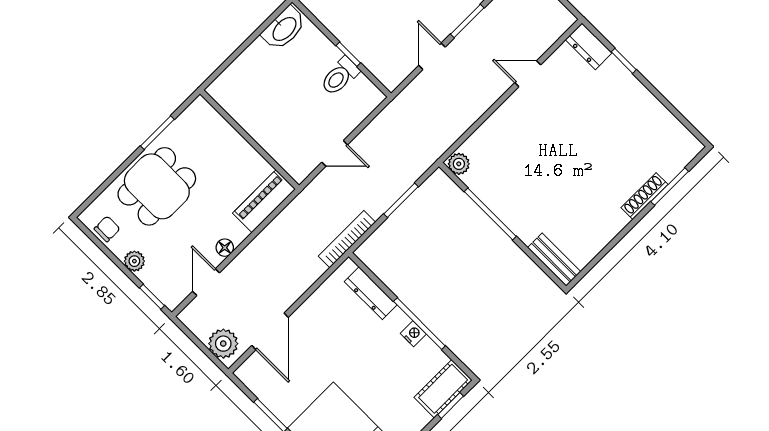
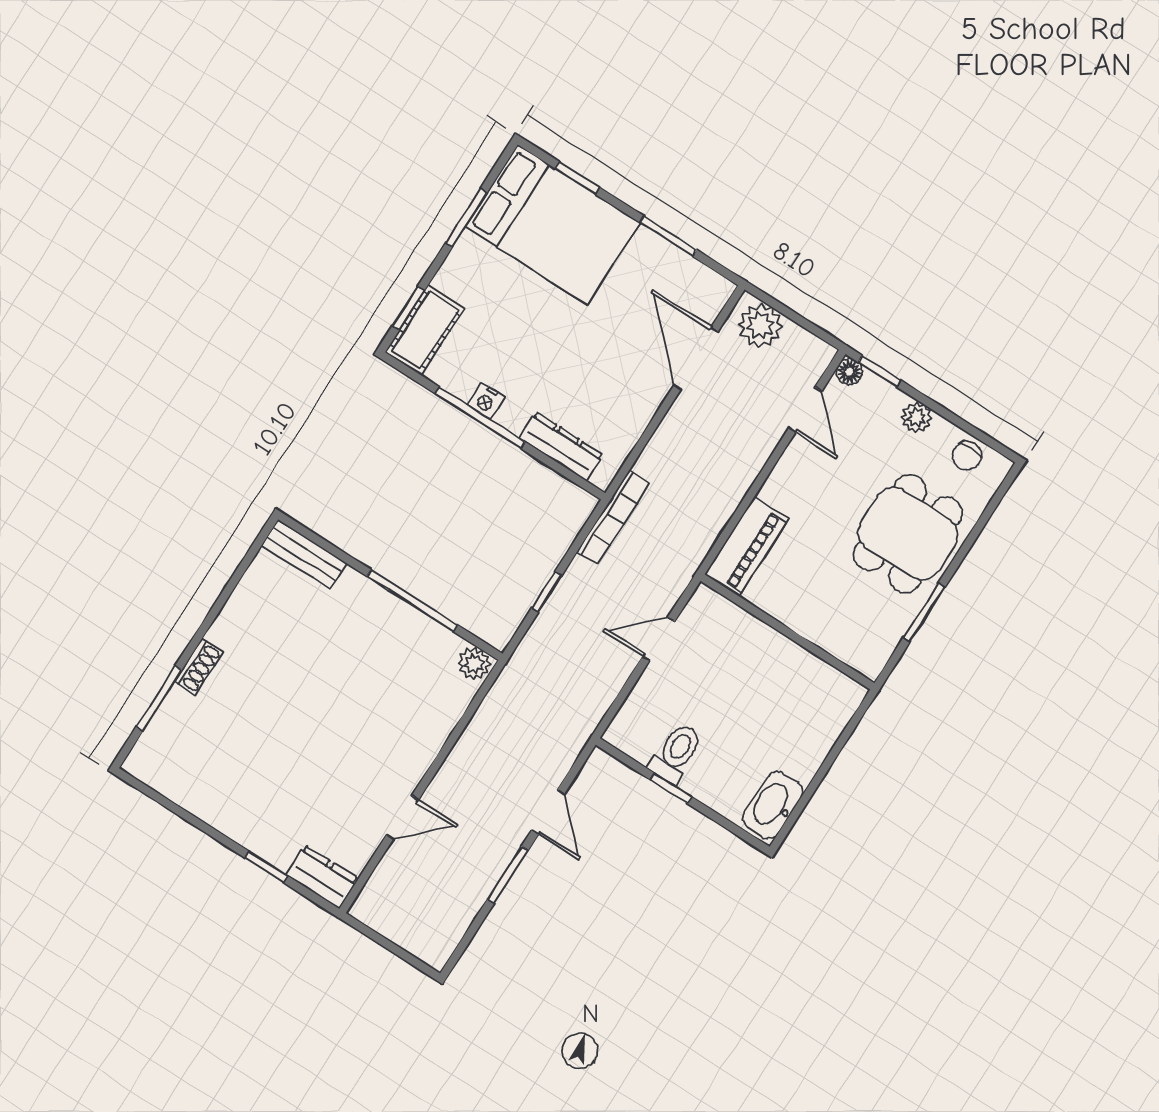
shoe rack: (644, 196) -> (199, 667), width x0.70
window: (401, 200) -> (547, 592), width x0.67
floor lamp: (225, 248) -> (849, 372), moved

